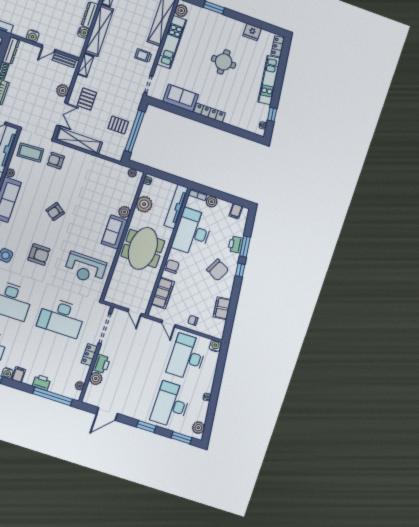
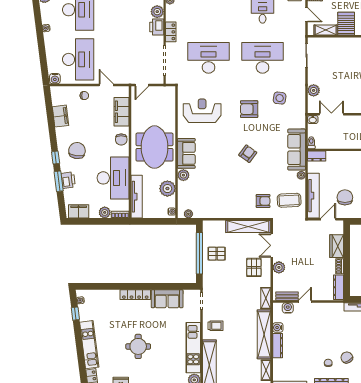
water cooler: (33, 36) -> (288, 308), moved
filing cabinet: (236, 211) -> (79, 211), width x2.00
chair: (218, 270) -> (77, 151), turned 70
door: (135, 312) -> (142, 85), swing flipped

